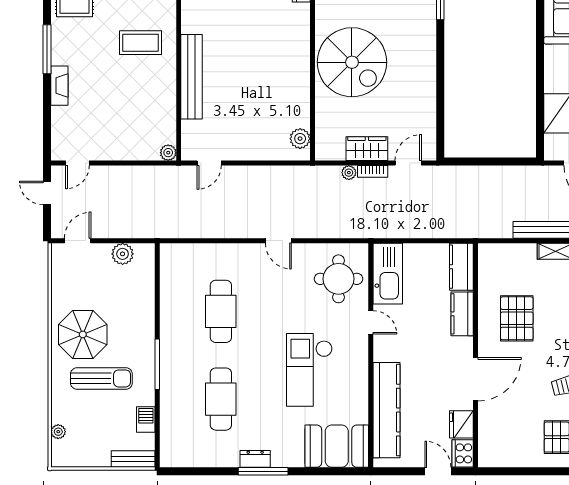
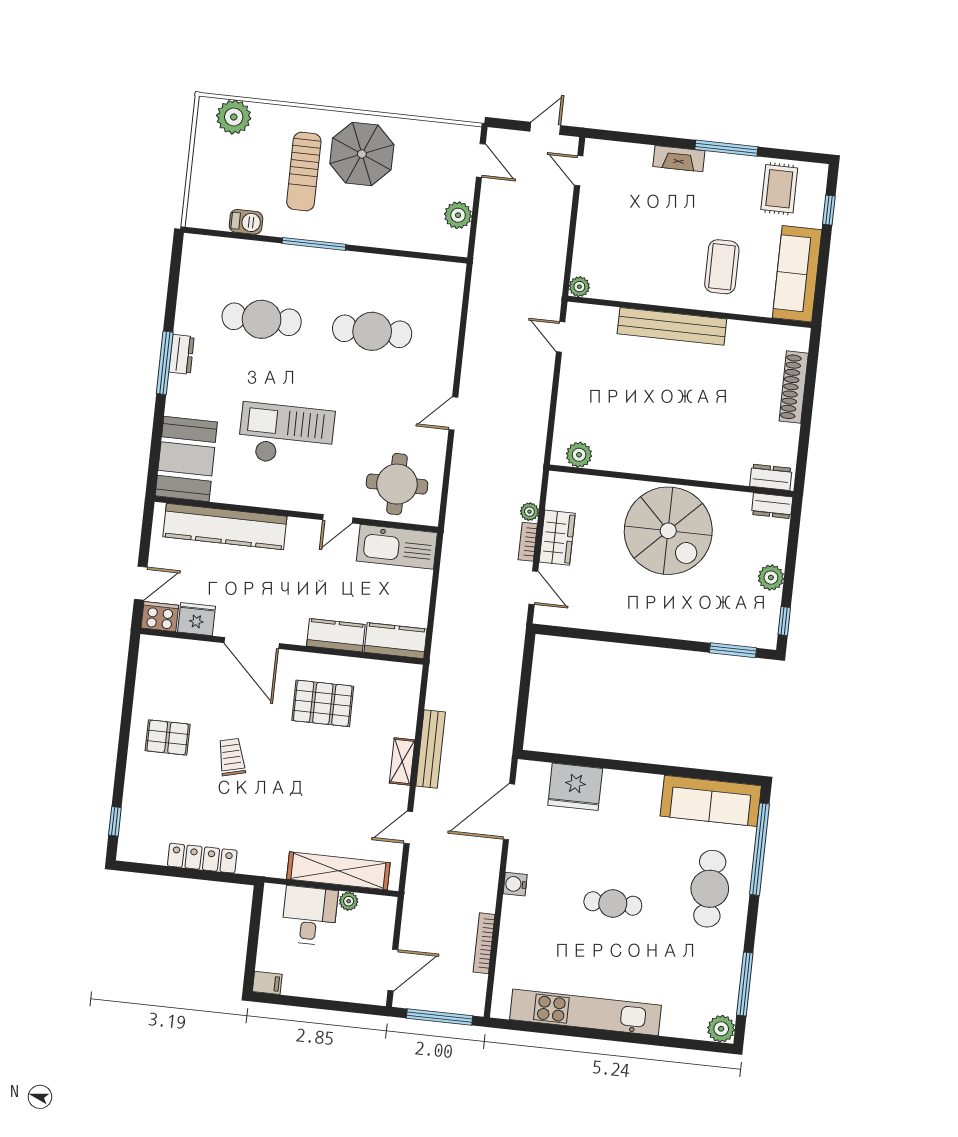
spiral stairs: (352, 62) -> (668, 531), turned -90
plant: (58, 432) -> (234, 117), width x1.88, depth x1.88
bench: (133, 459) -> (198, 201), removed

